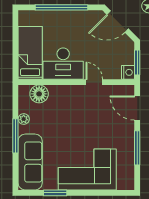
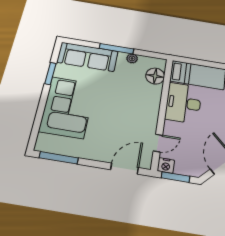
door: (94, 82) -> (158, 143), moved
window: (137, 148) -> (59, 158), moved

